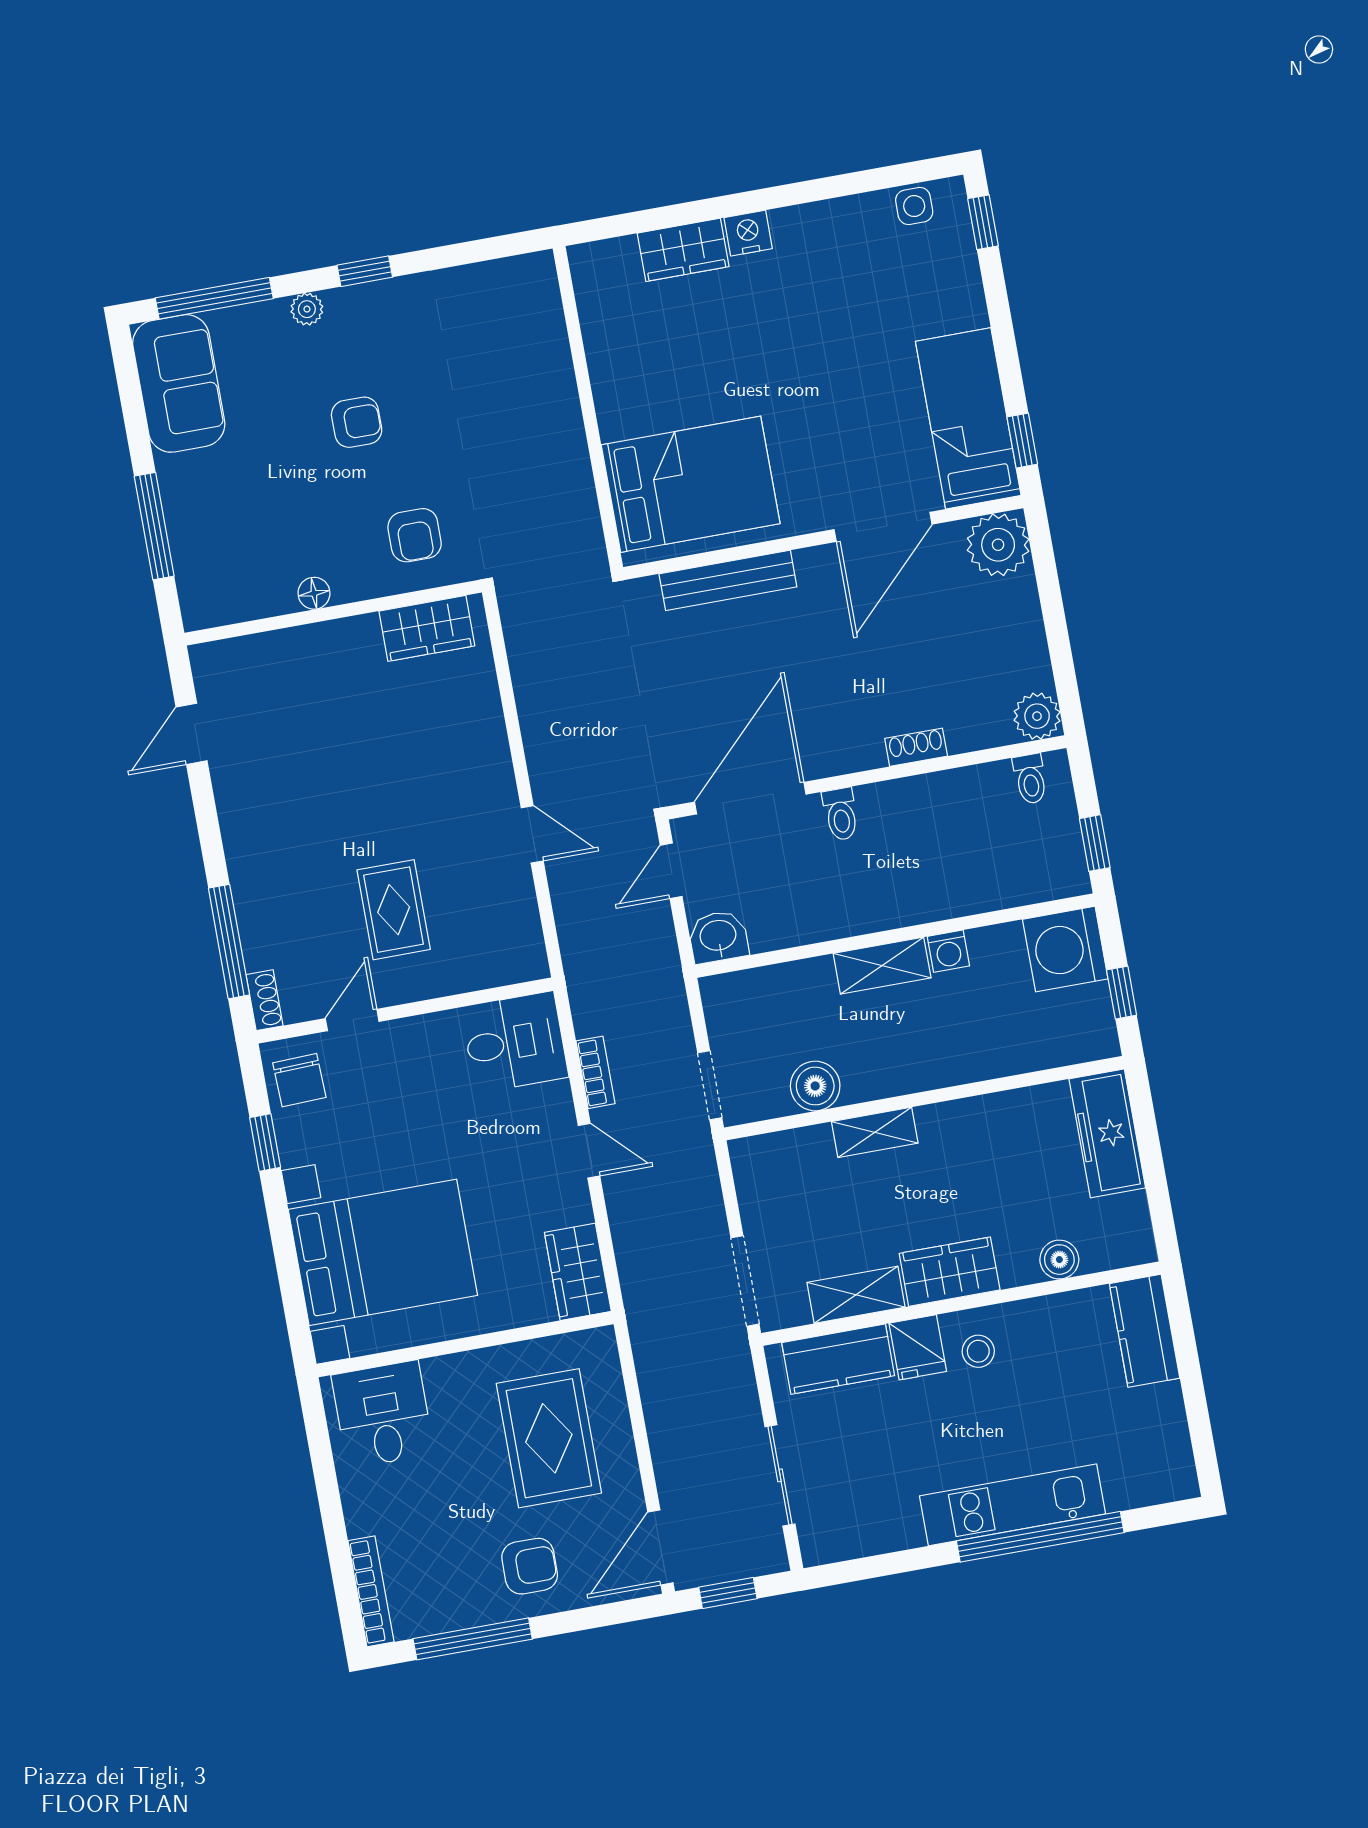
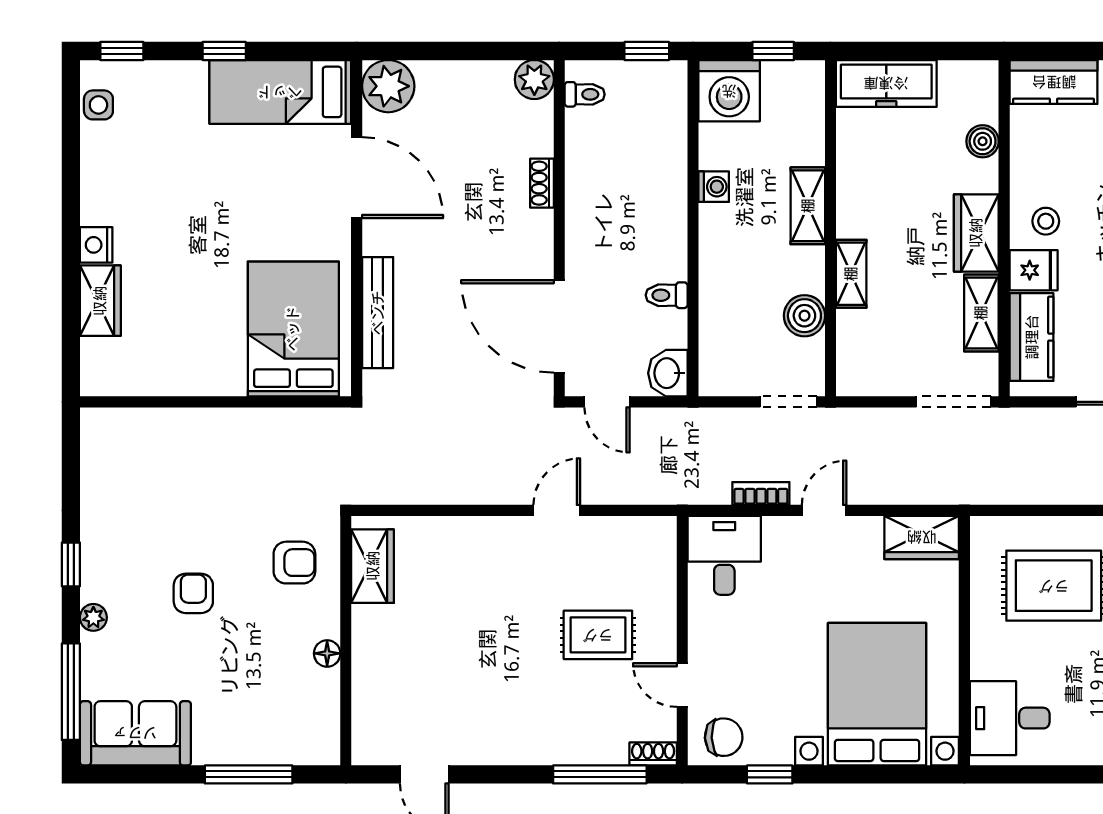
window: (1022, 441) -> (224, 51), moved
toilet: (841, 814) -> (667, 295), moved, turned 180
shelving: (882, 966) -> (808, 206), moved

